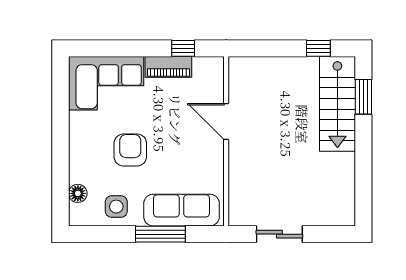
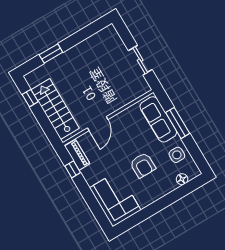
piano: (168, 67) -> (77, 155), moved
window: (363, 97) -> (51, 53), moved
stairs: (337, 104) -> (55, 109), moved, turned -90
armchair: (130, 150) -> (143, 165), turned -90

